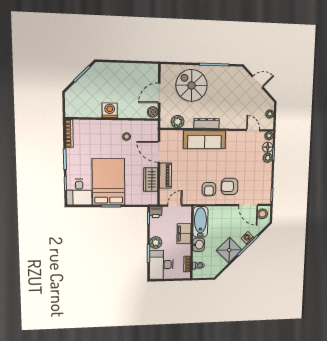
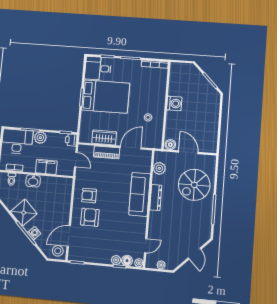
spiral stairs: (192, 85) -> (194, 185), turned 180
bathtub: (200, 222) -> (56, 184), removed

